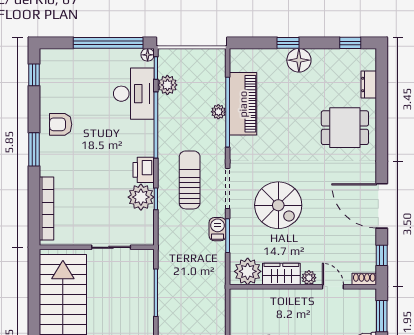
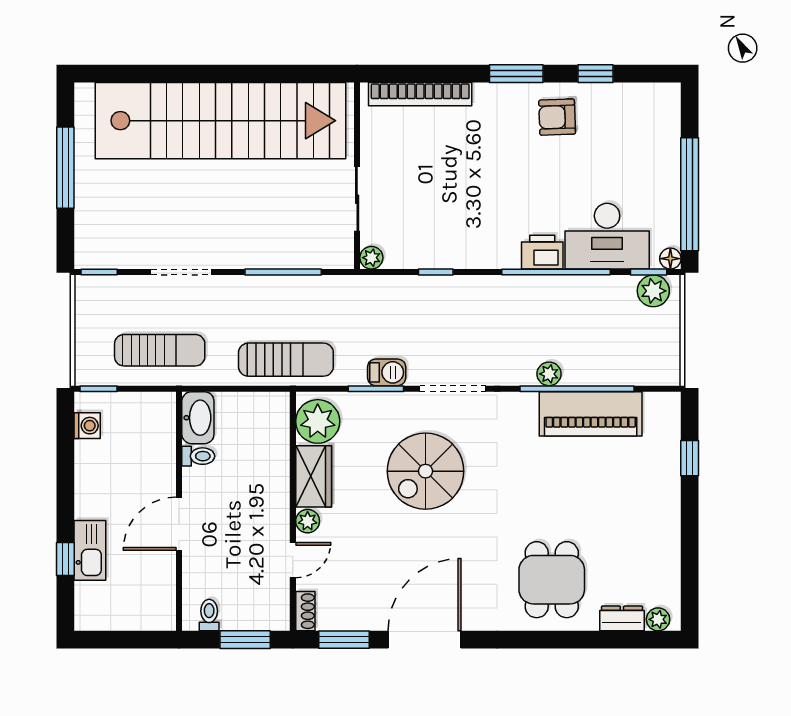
window: (288, 43) -> (690, 458), moved
window: (350, 43) -> (690, 588), removed
floor lamp: (299, 60) -> (661, 505), removed
plant: (369, 62) -> (658, 619), added
window: (34, 75) -> (595, 74), moved
plant: (167, 85) -> (653, 291), moved
plant: (218, 112) -> (549, 374), moved
armchair: (61, 124) -> (557, 117), turned -92
printer: (144, 170) -> (542, 252), moved
sun lounger: (190, 180) -> (286, 360), moved
plant: (141, 197) -> (371, 258), moved, width x0.53, depth x0.53
window: (382, 255) -> (344, 640), width x1.50

